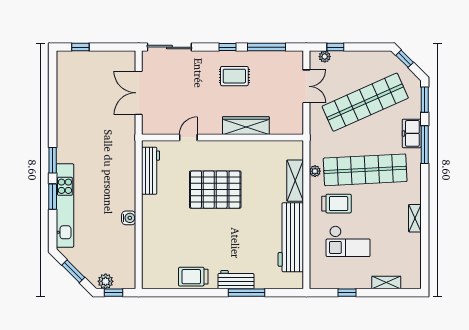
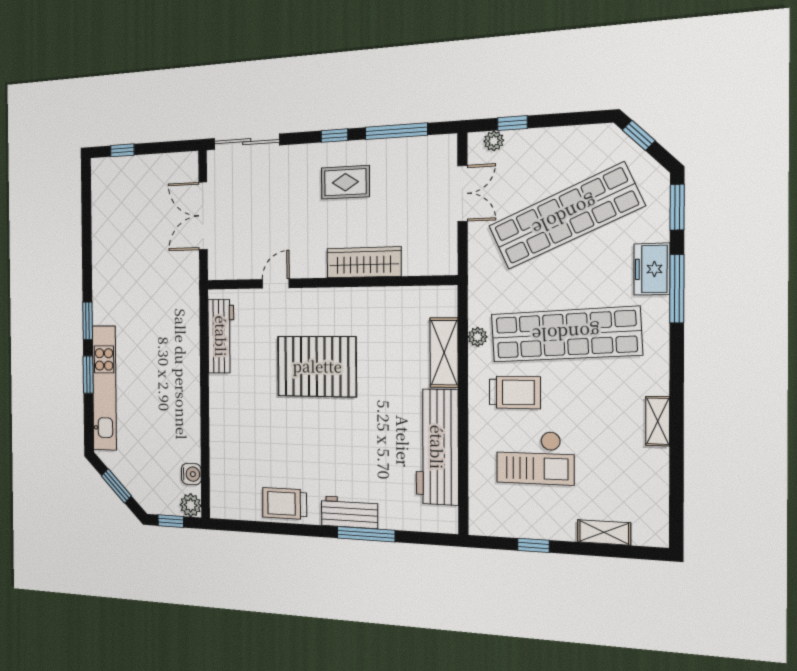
water cooler: (129, 218) -> (191, 474), moved
plant: (106, 281) -> (191, 505), moved

